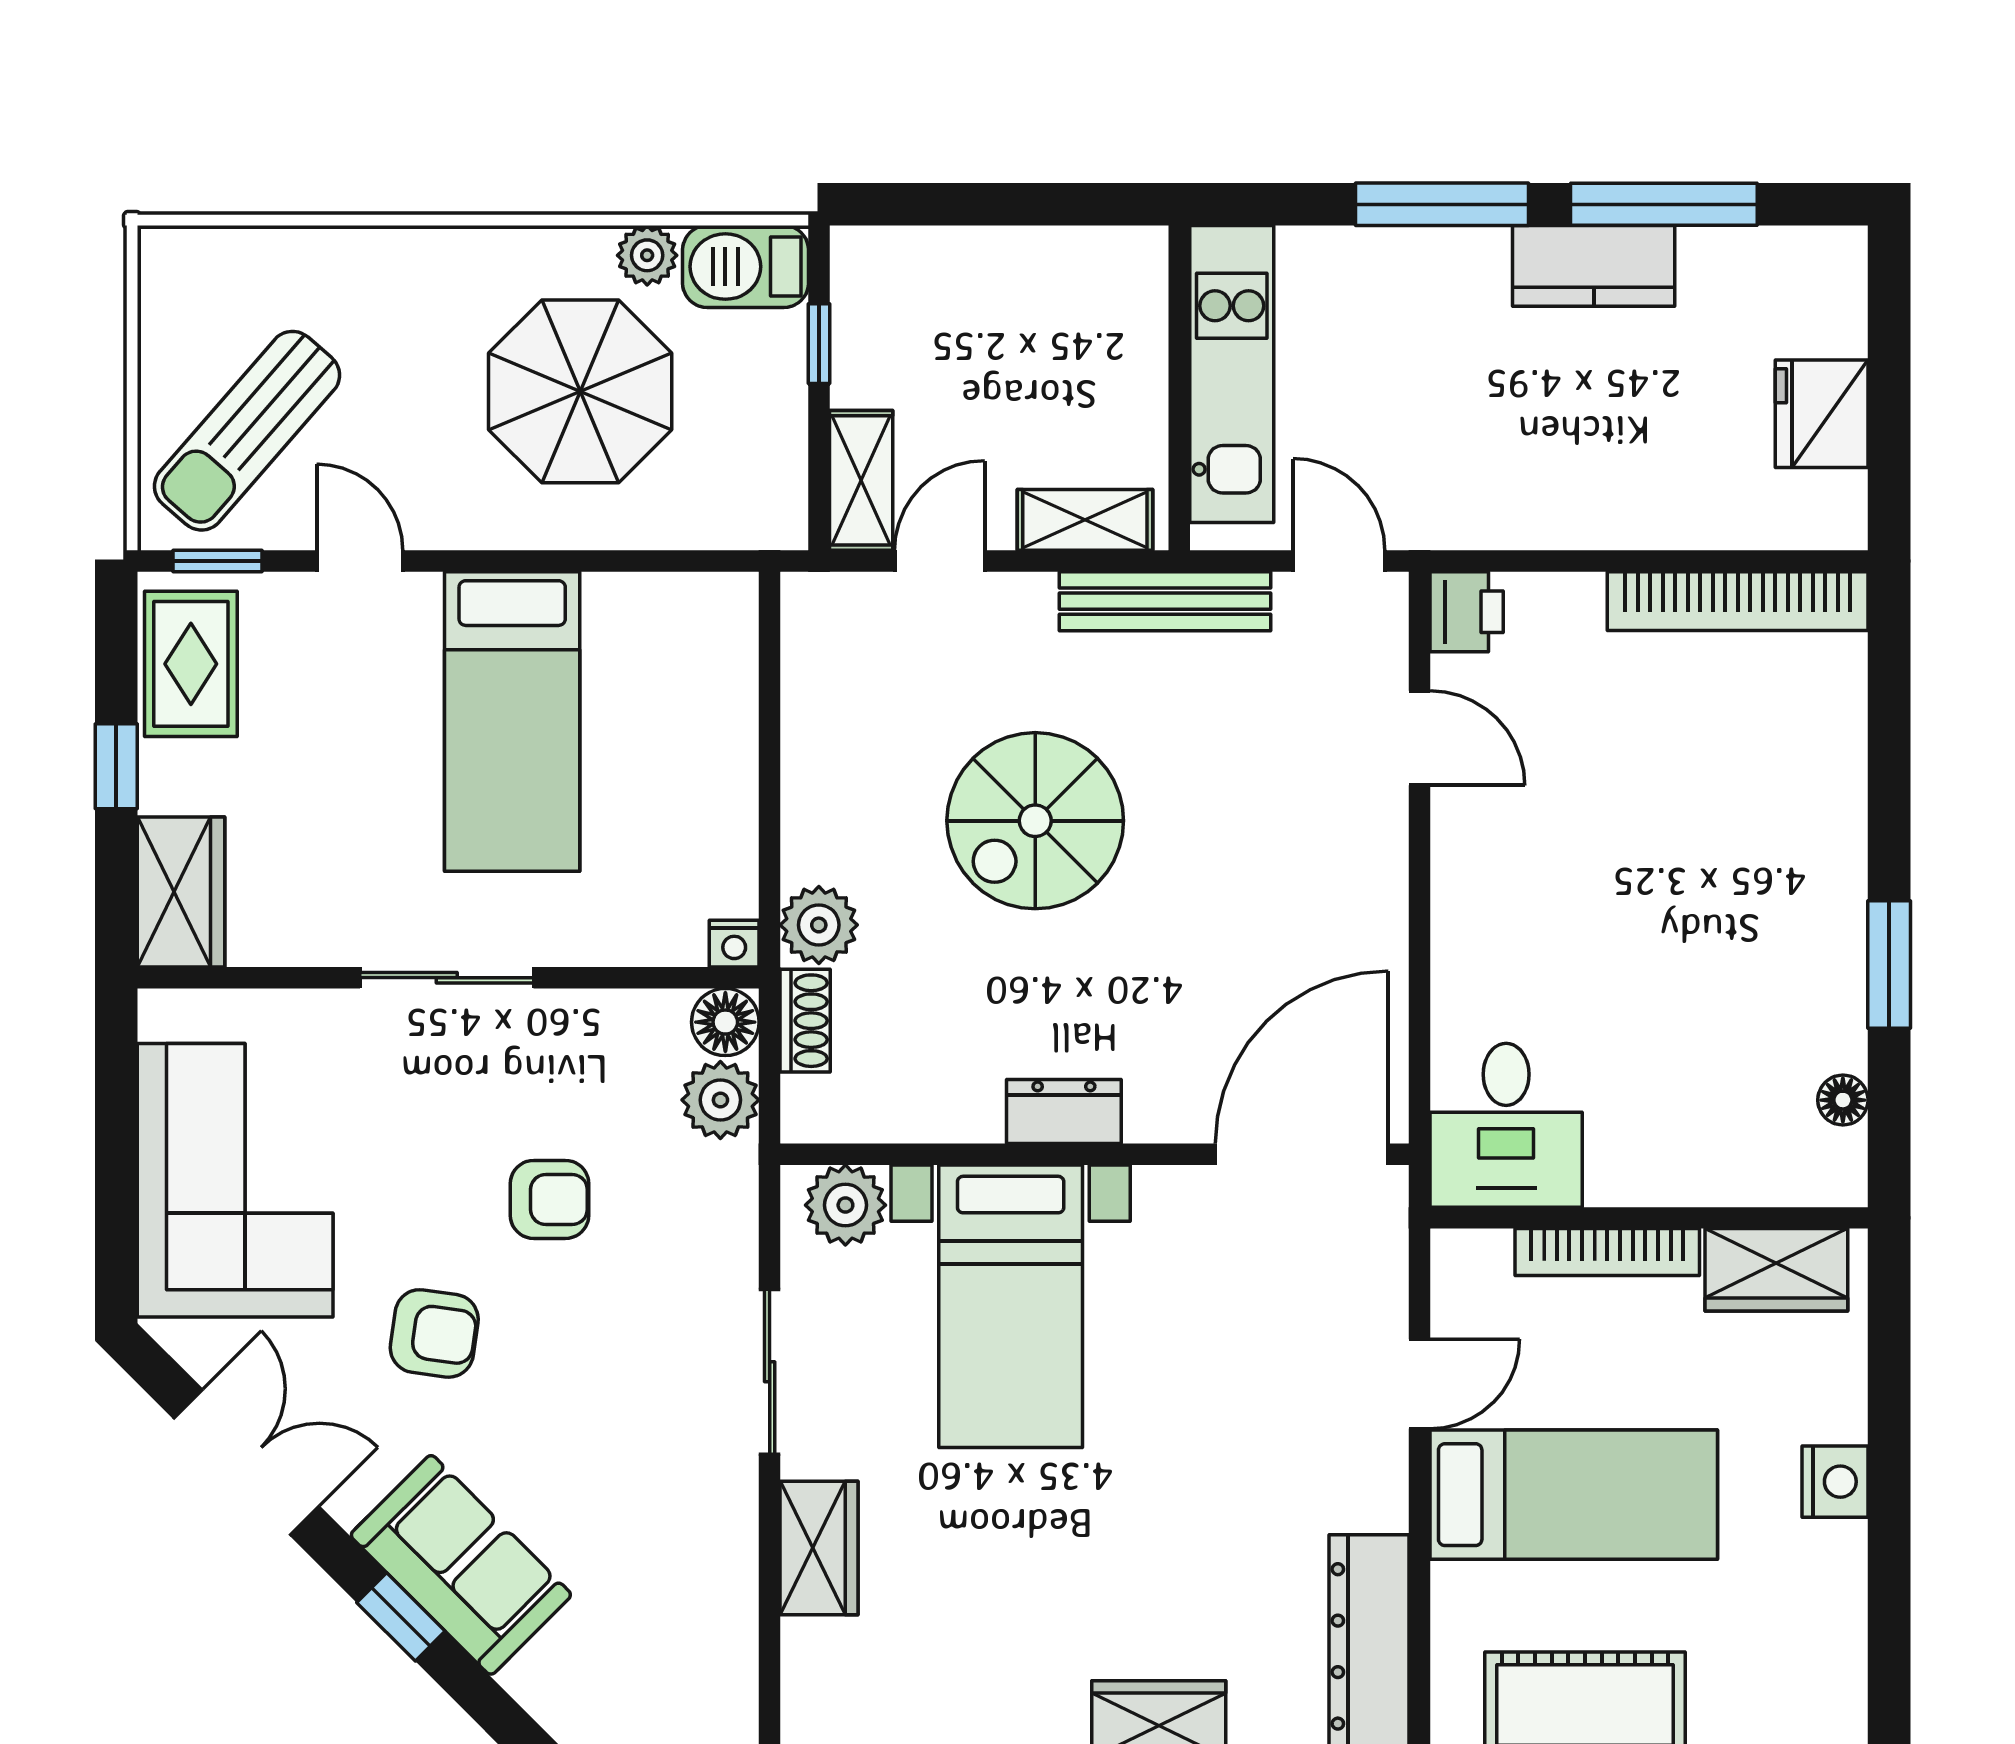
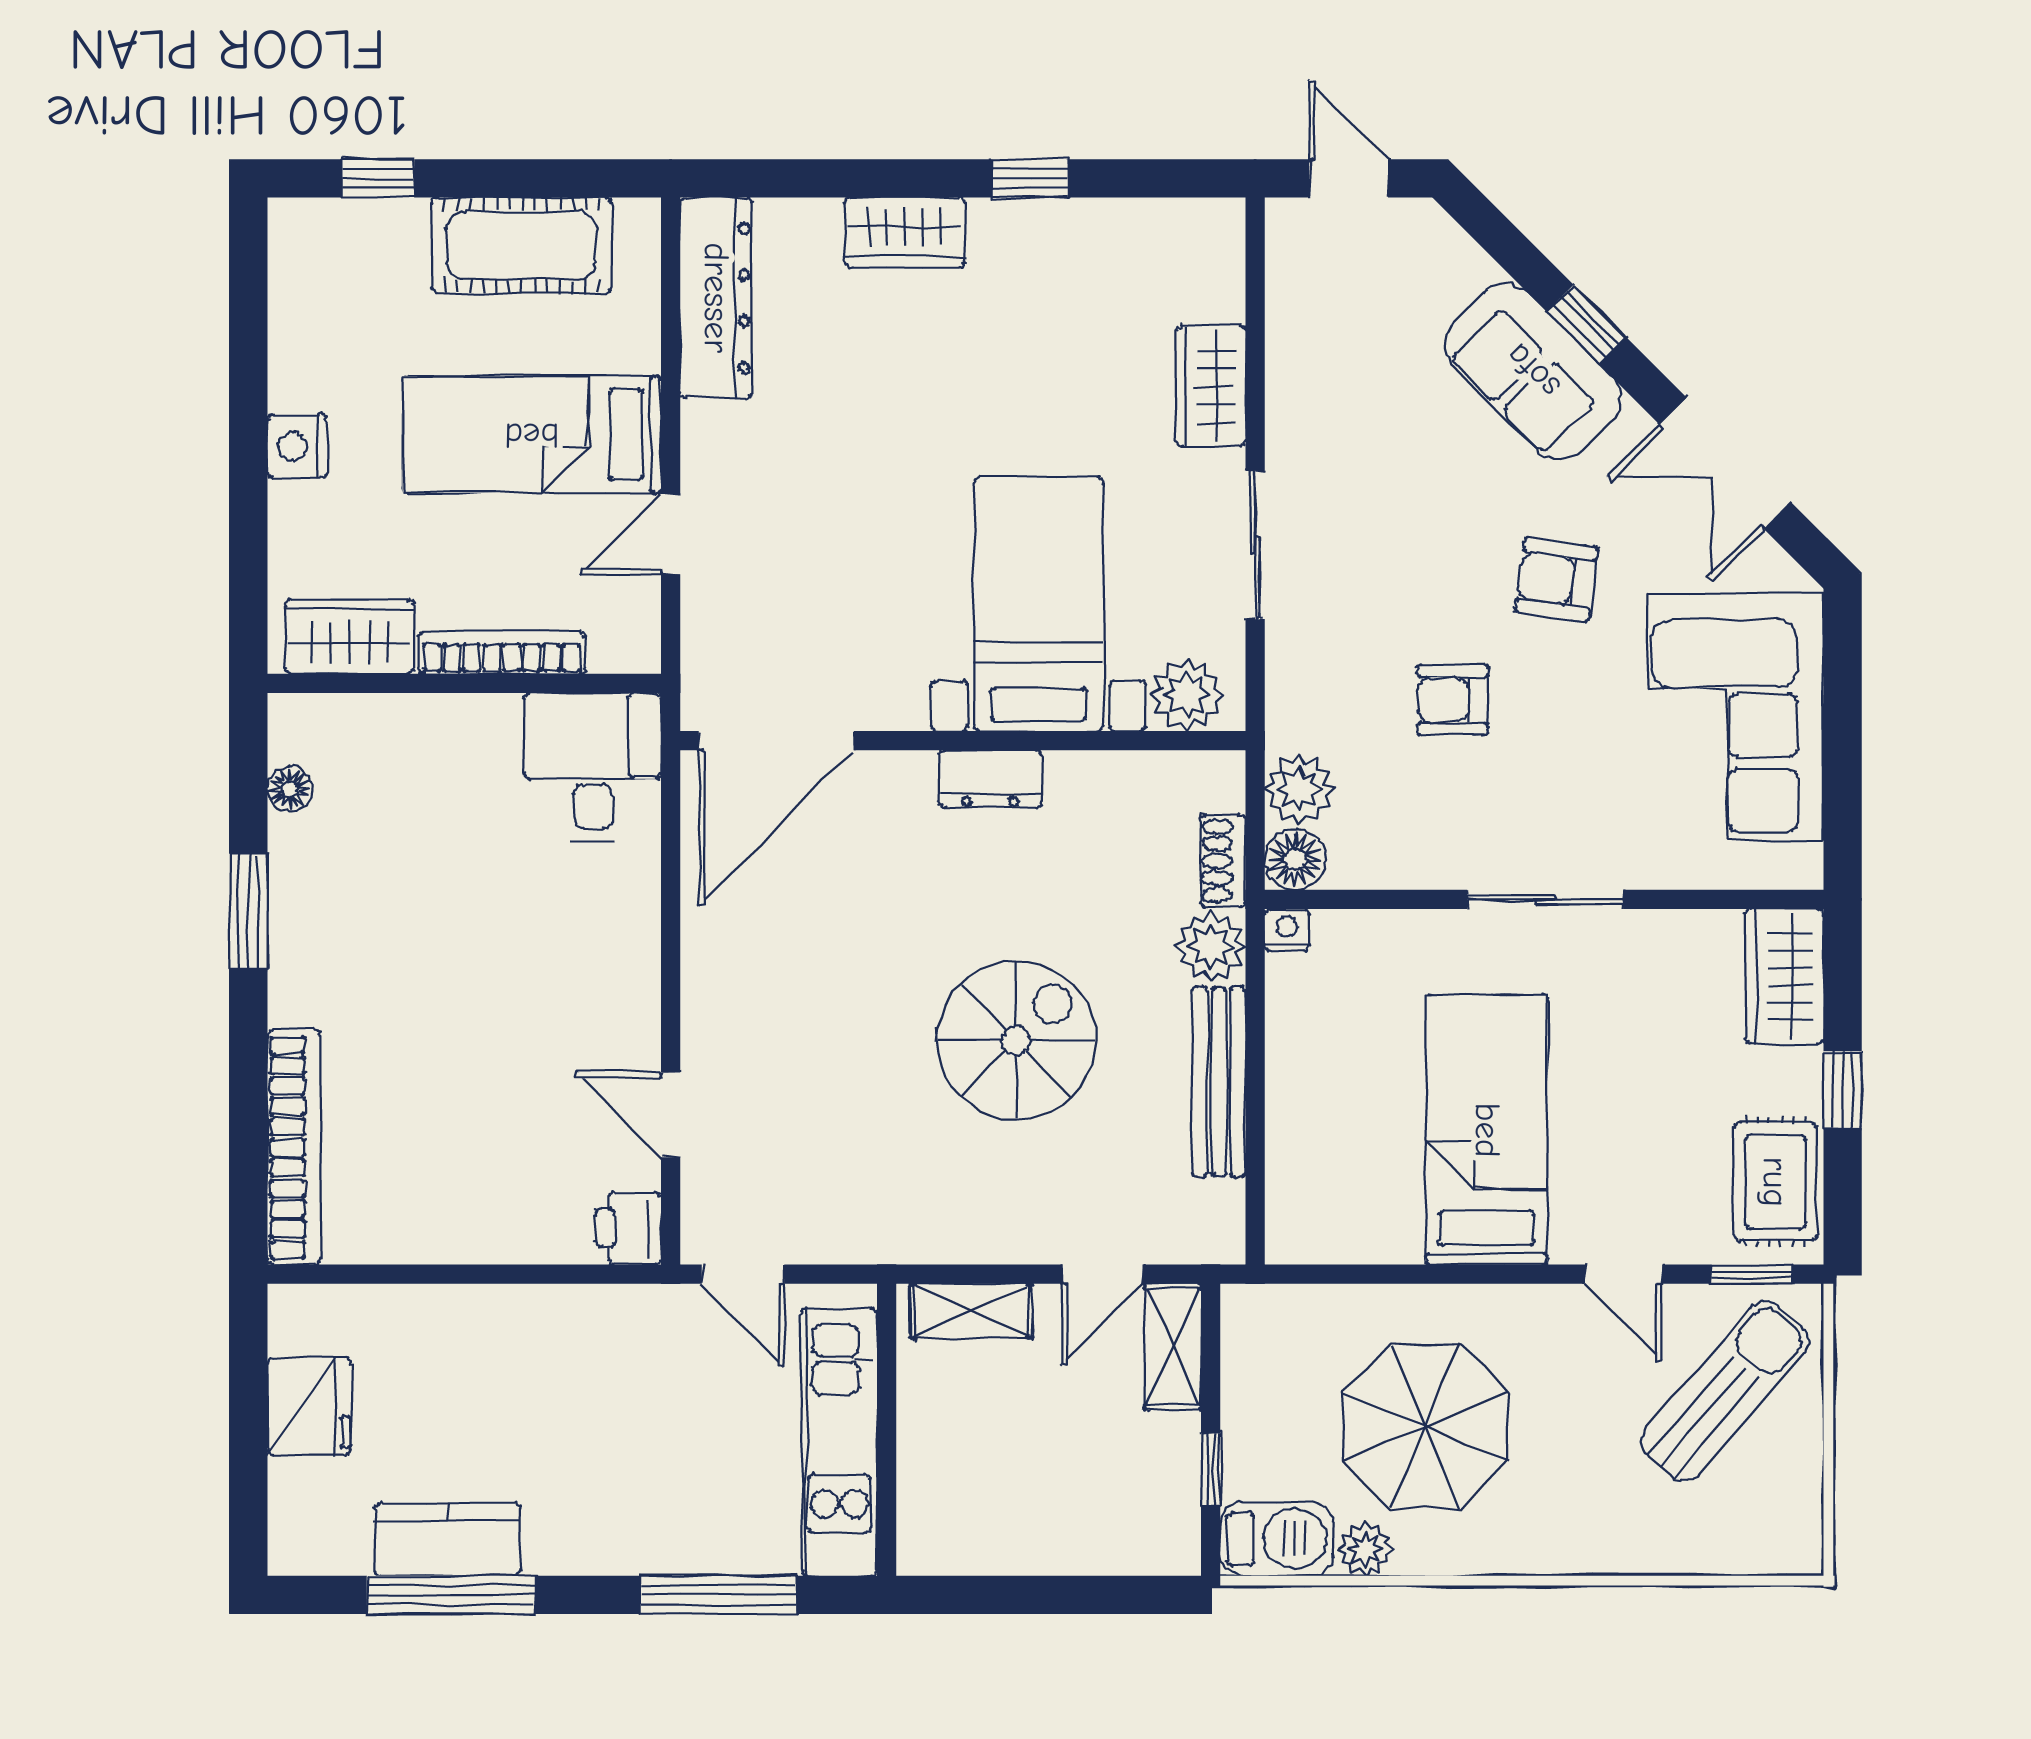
window: (1442, 204) -> (718, 1595), moved
kitchen counter: (1594, 266) -> (447, 1539), moved
bench: (1165, 601) -> (1219, 1082), moved, turned 90
bookcase: (1738, 601) -> (294, 1147), moved, turned 90

